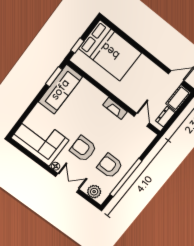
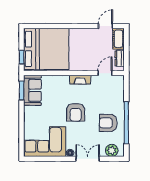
bed: (110, 51) -> (46, 49), width x1.36
sofa: (60, 89) -> (32, 90), width x0.73
door: (142, 120) -> (105, 73), hinge flipped
armchair: (83, 149) -> (76, 112), moved, turned -90

